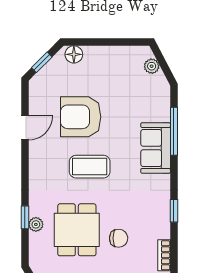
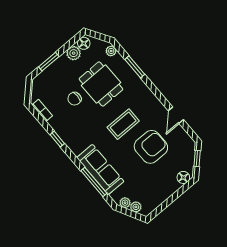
plant: (159, 81) -> (125, 203), added
sofa: (156, 148) -> (100, 169), width x1.36
window: (25, 217) -> (135, 67), width x1.50
plant: (36, 224) -> (111, 51), moved

